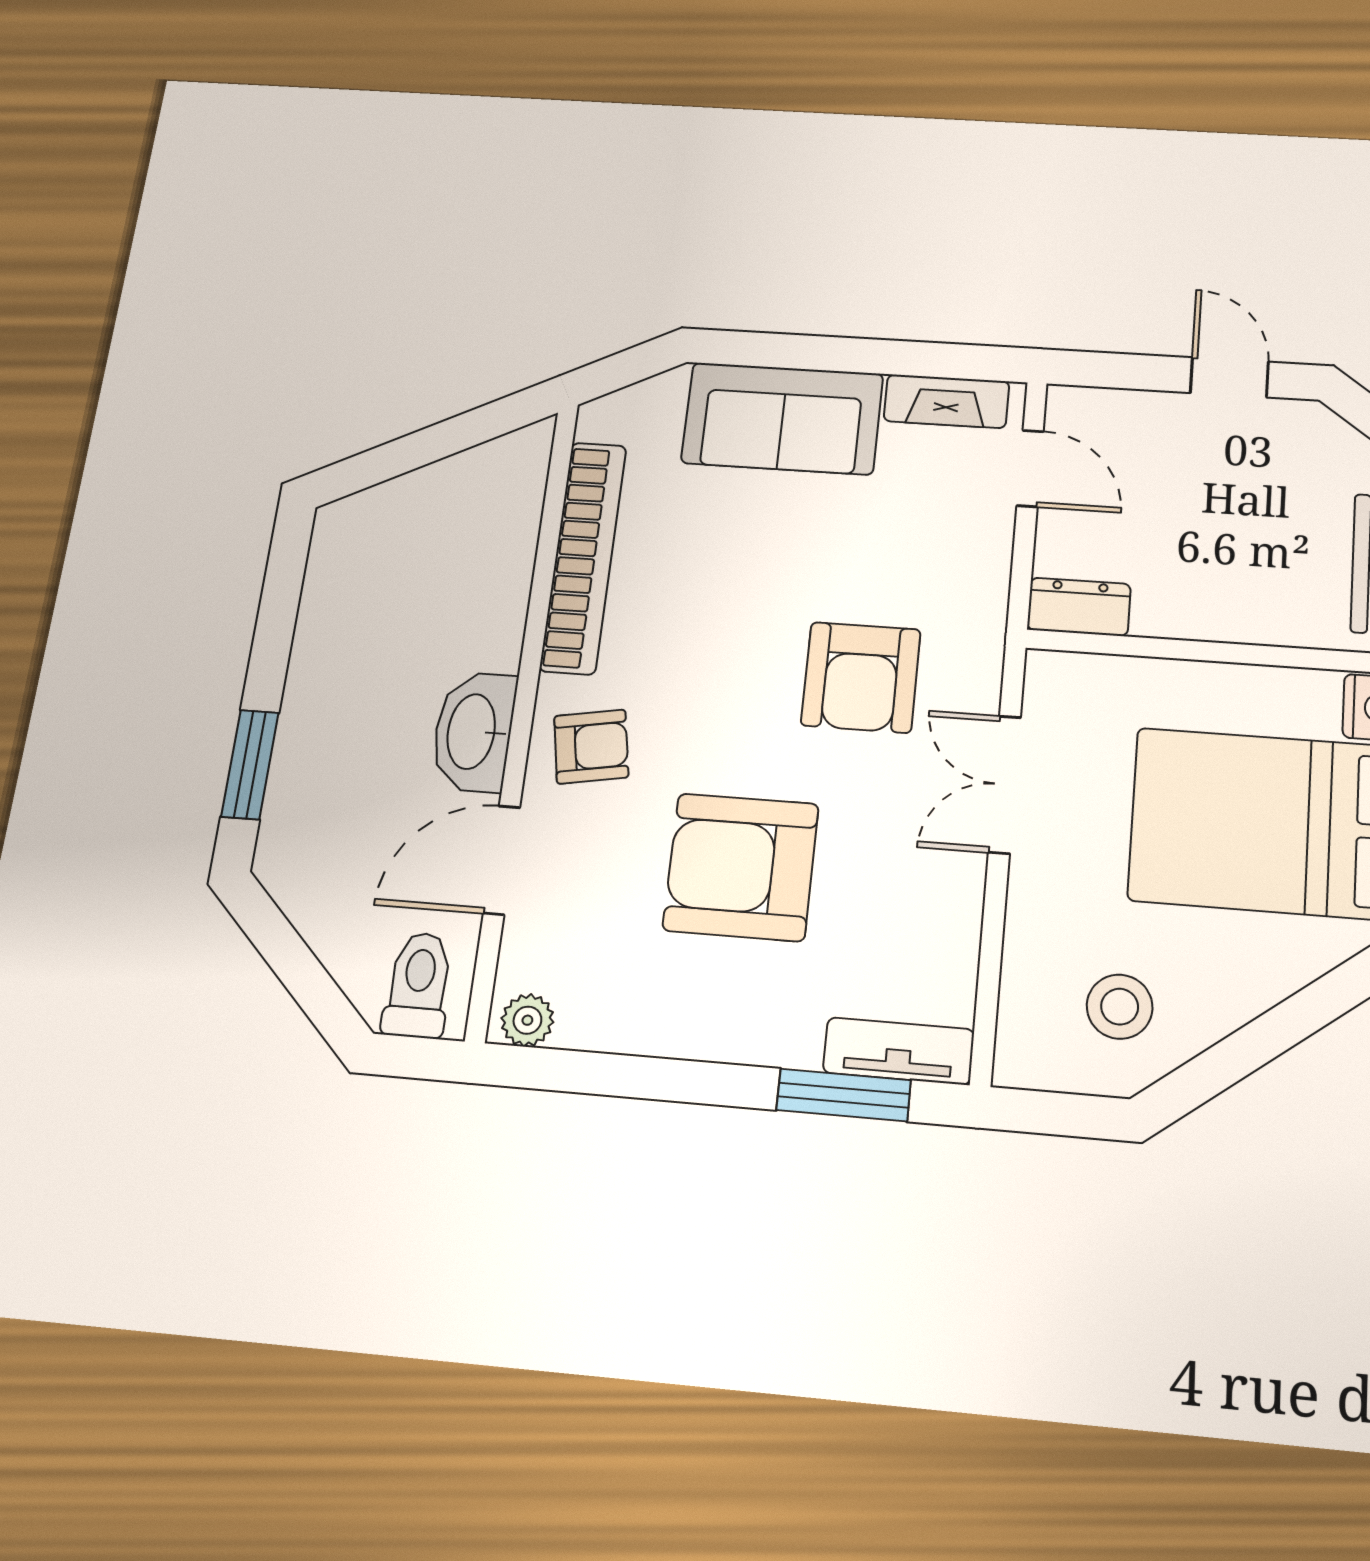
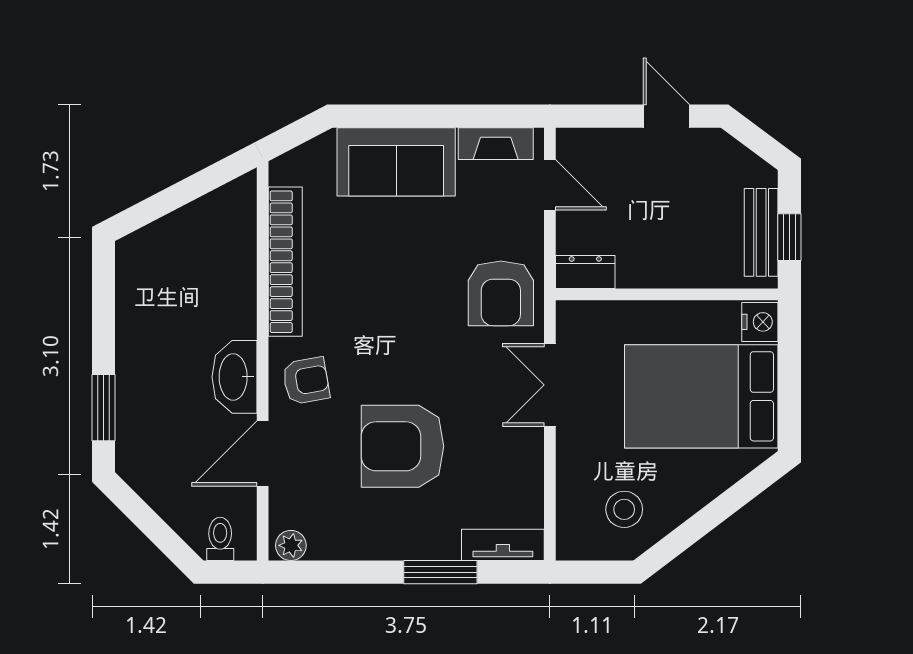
armchair: (861, 677) -> (501, 293), moved
toilet: (418, 985) -> (220, 539), width x0.73, depth x0.72
window: (844, 1095) -> (440, 572), moved

